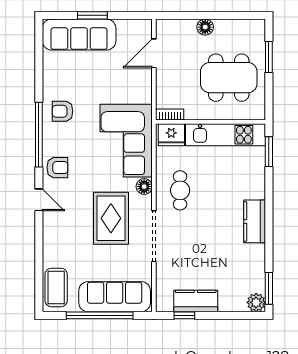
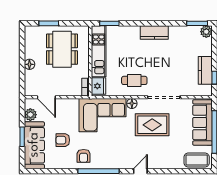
plant: (127, 29) -> (30, 115), added
armchair: (57, 168) -> (63, 140), moved, turned -90

